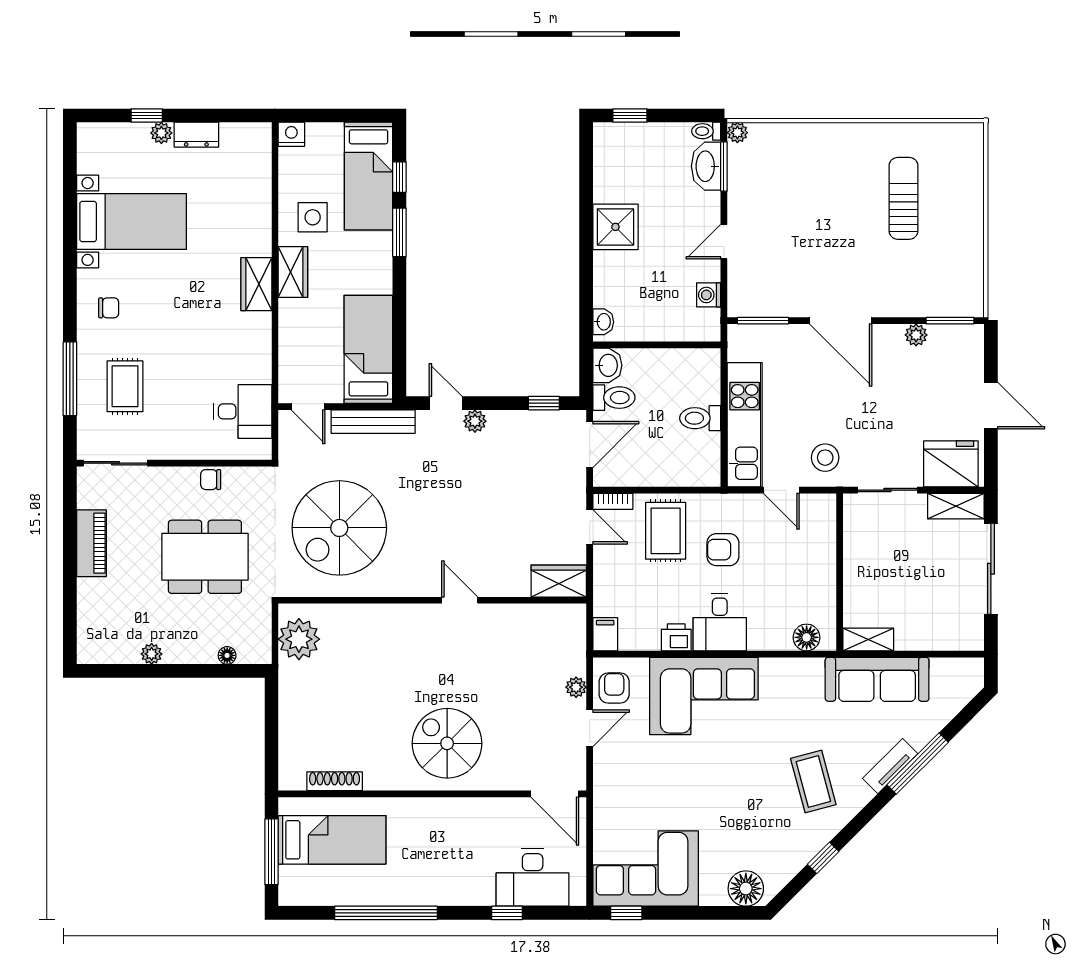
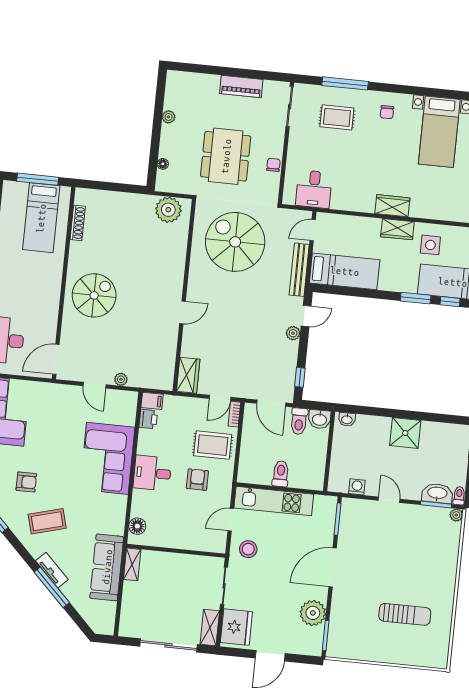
plant: (916, 335) -> (313, 613), width x1.88, depth x1.88
printer: (676, 637) -> (148, 419), moved
armchair: (614, 688) -> (26, 482), moved

